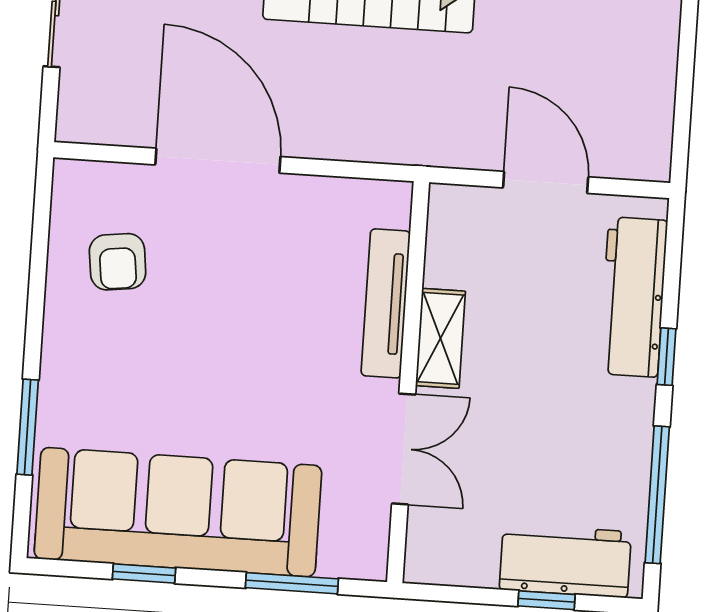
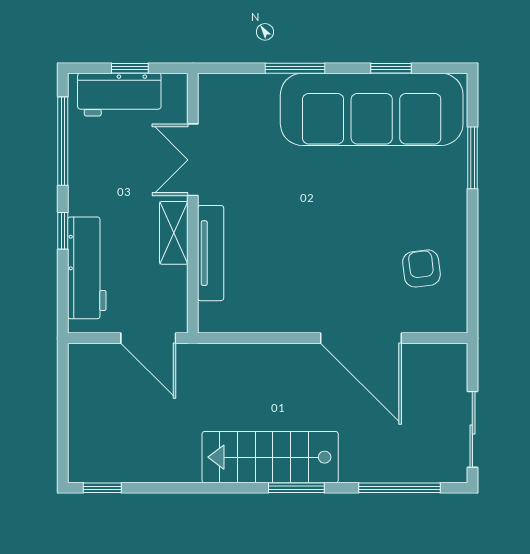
tv unit: (386, 303) -> (211, 253), moved
shelving: (440, 338) -> (174, 233), moved
wall: (408, 382) -> (193, 203), moved
double door: (404, 449) -> (193, 160), moved

